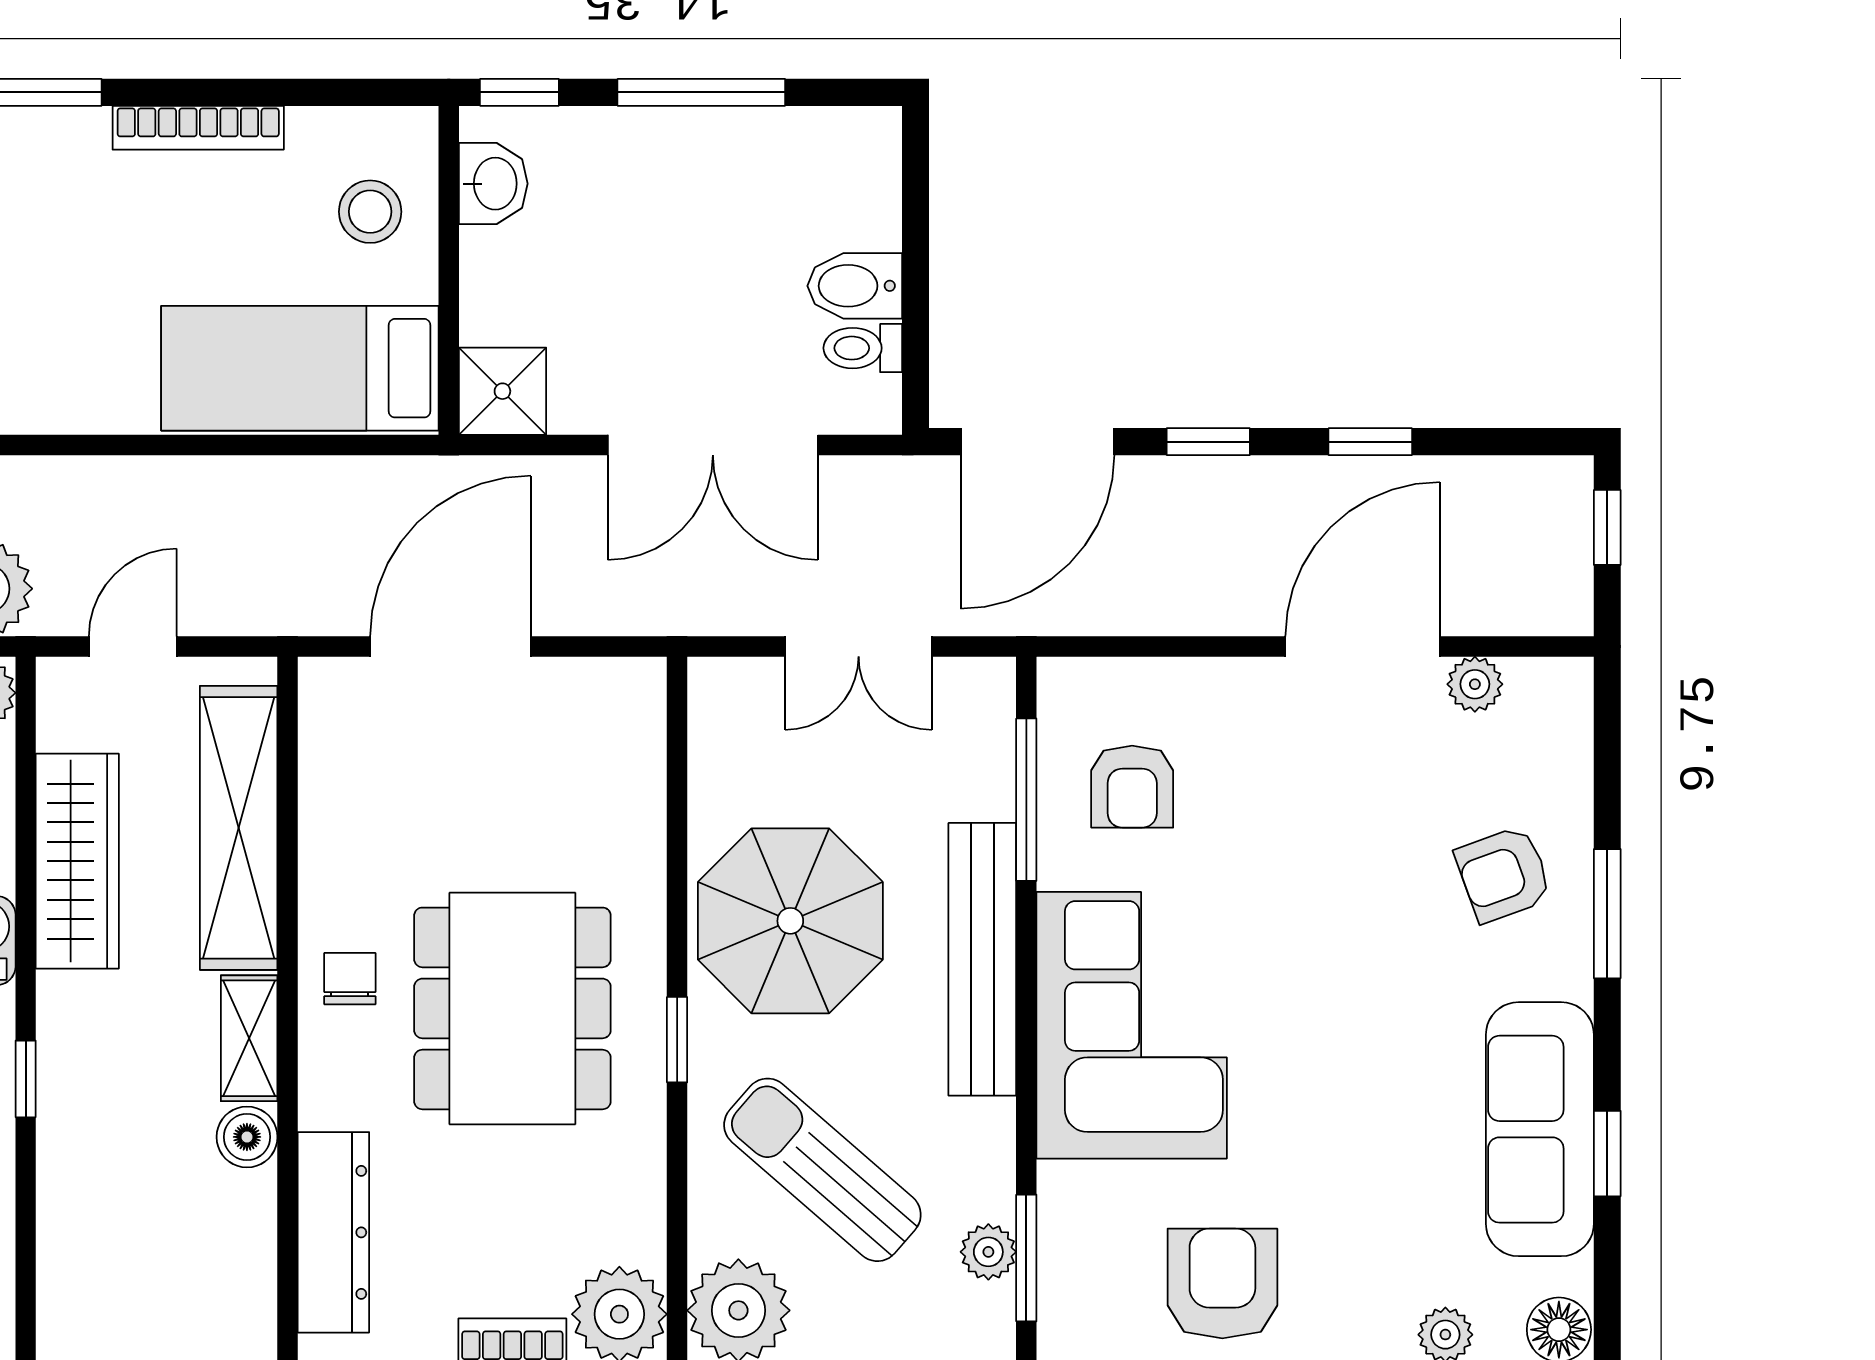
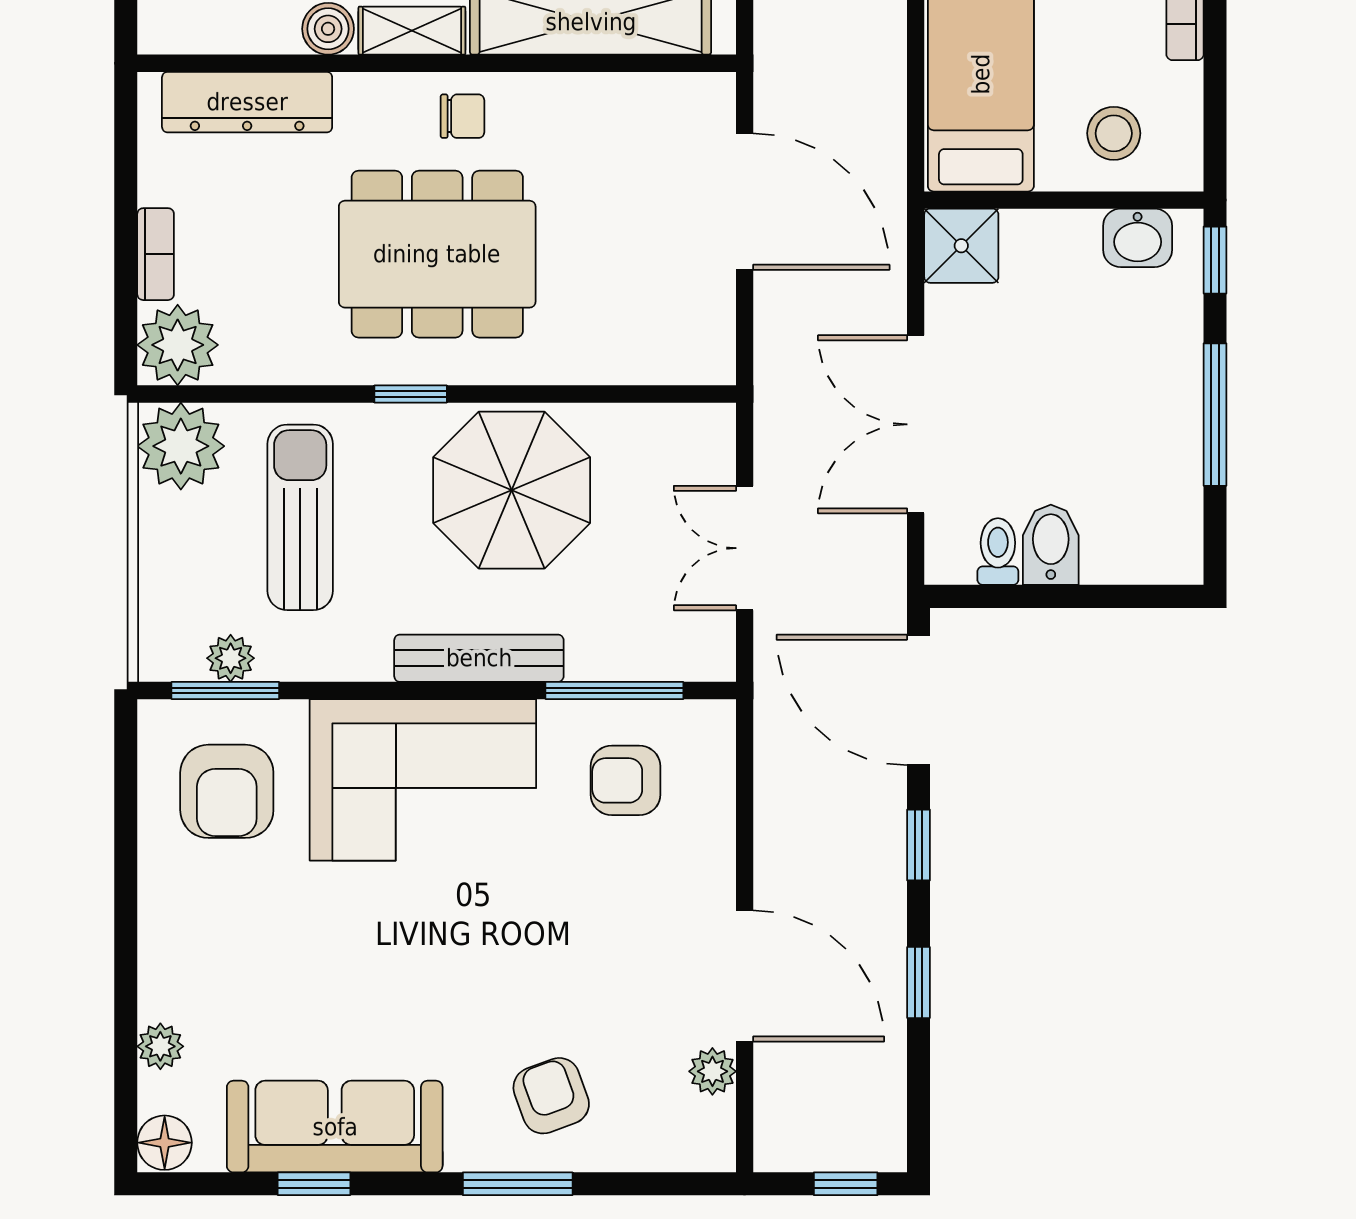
bench: (982, 959) -> (479, 658), width x0.73, depth x0.82
sun lounger: (822, 1170) -> (300, 517), turned -41
armchair: (1222, 1283) -> (227, 791), moved, turned 90

